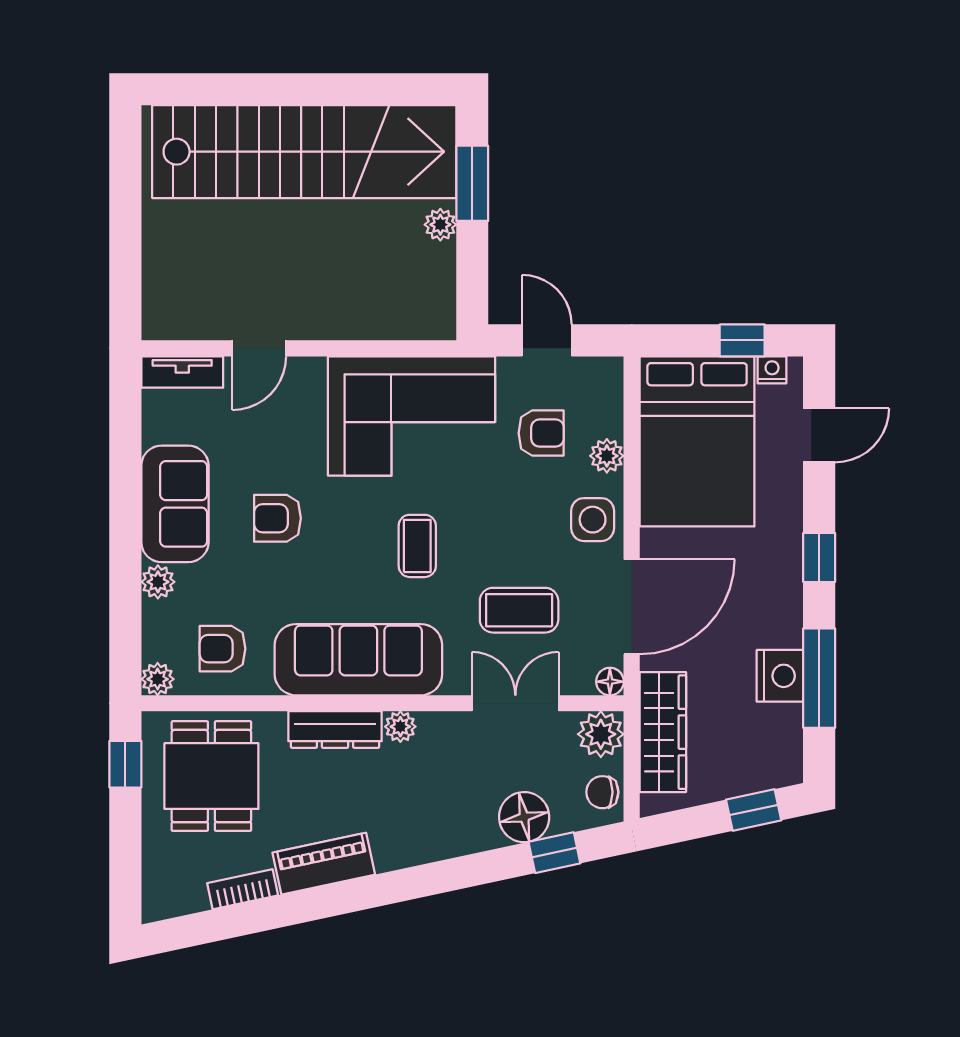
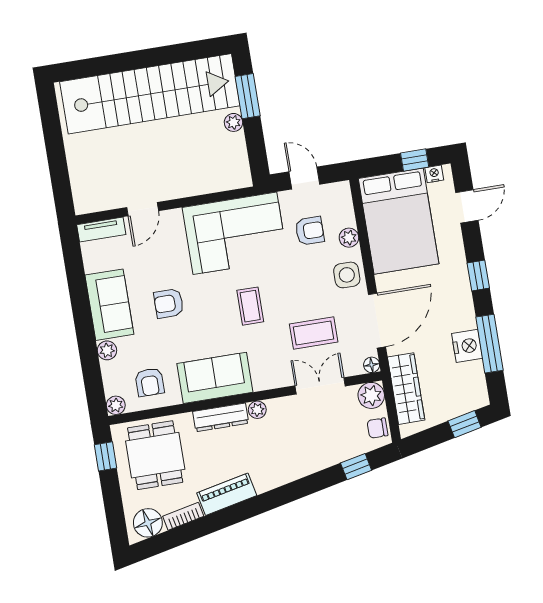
armchair: (222, 649) -> (150, 382), turned -90
sofa: (358, 660) -> (215, 378), width x0.73
floor lamp: (524, 817) -> (148, 523), moved

